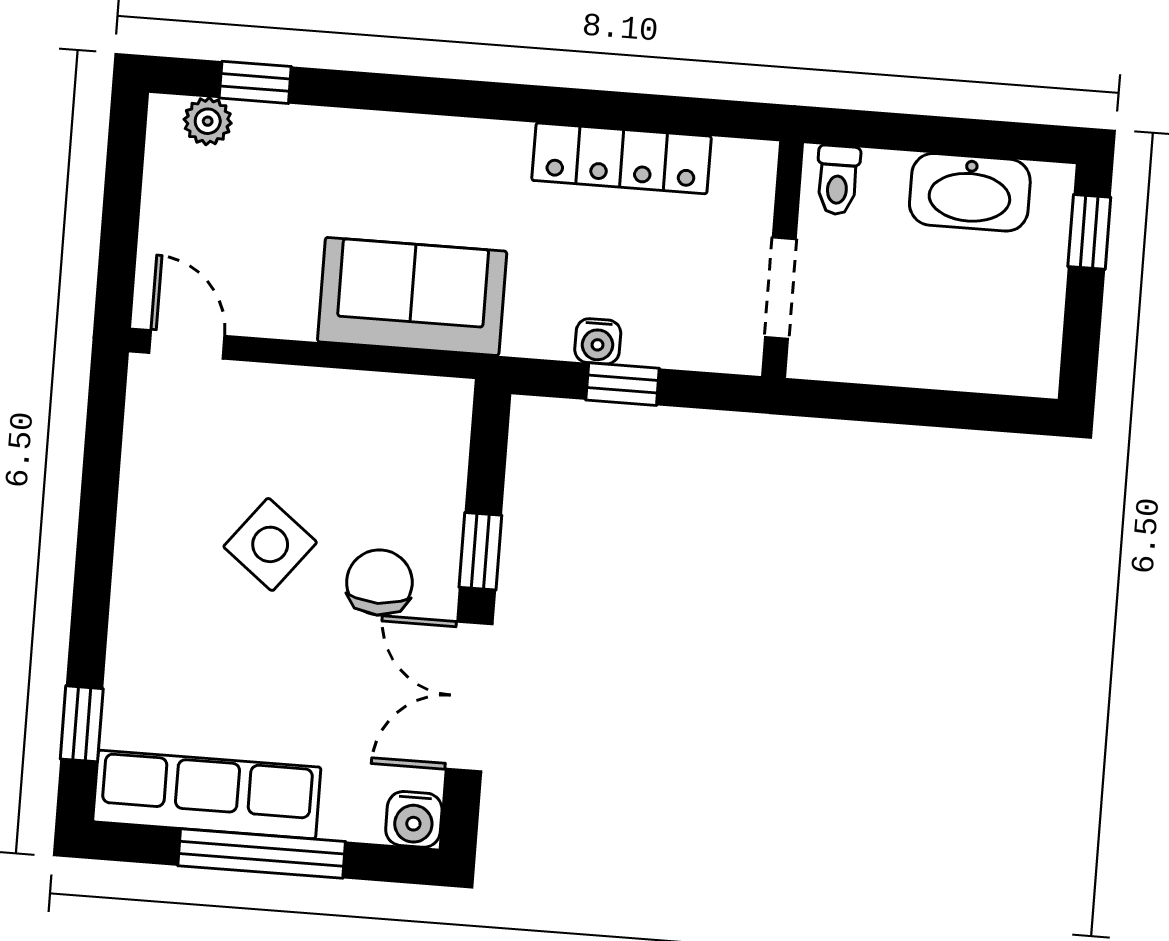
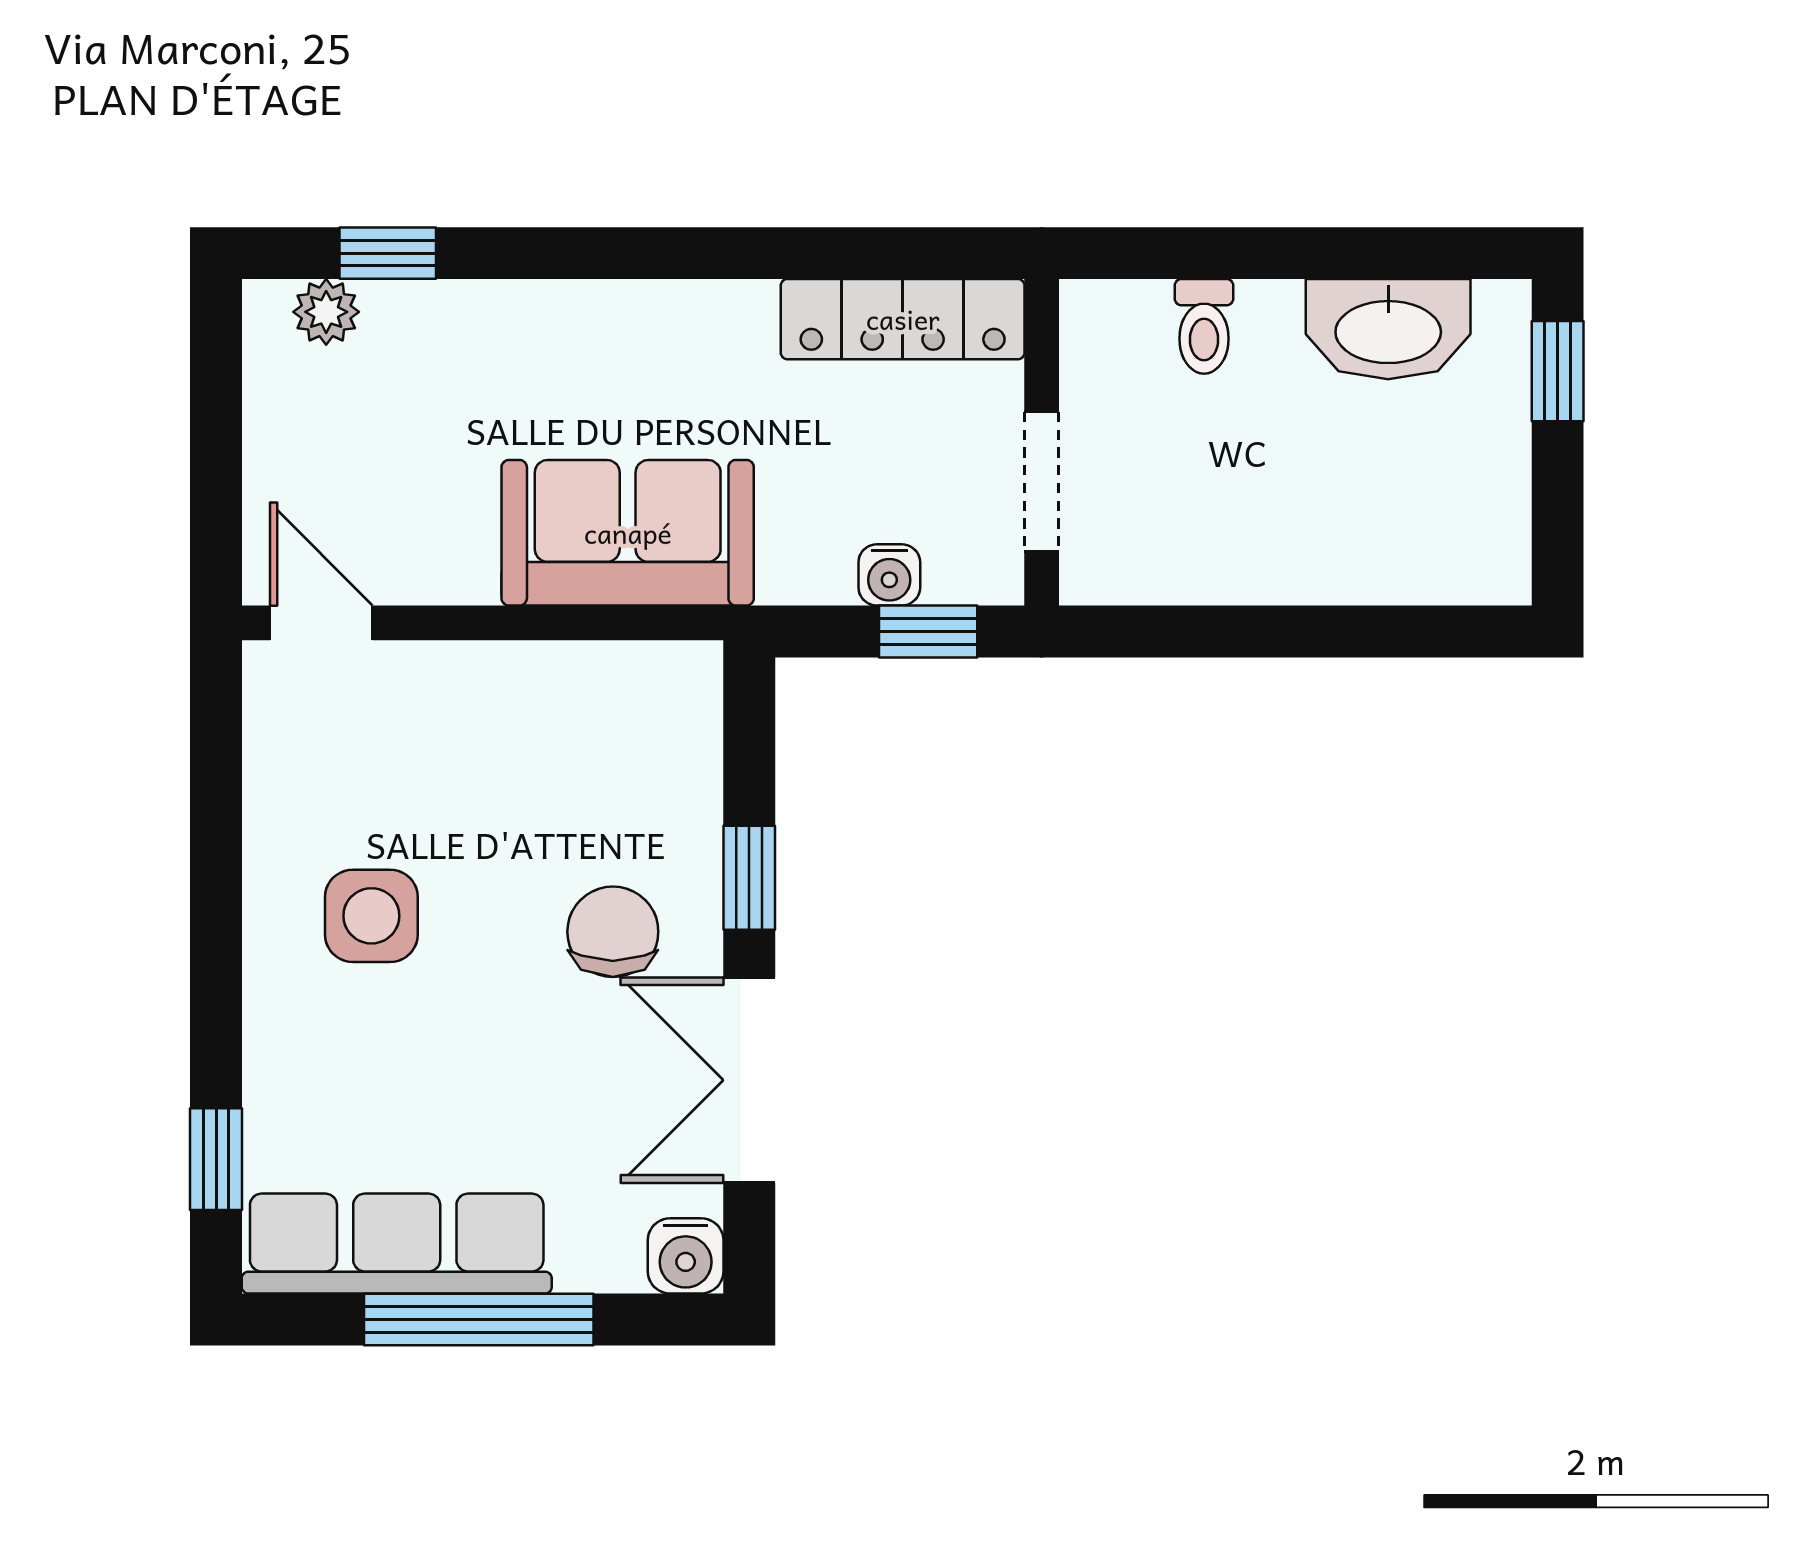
wall: (783, 260) -> (1042, 442), moved
doorway: (780, 288) -> (1042, 482), moved
side table: (270, 544) -> (371, 916), moved, turned -38

